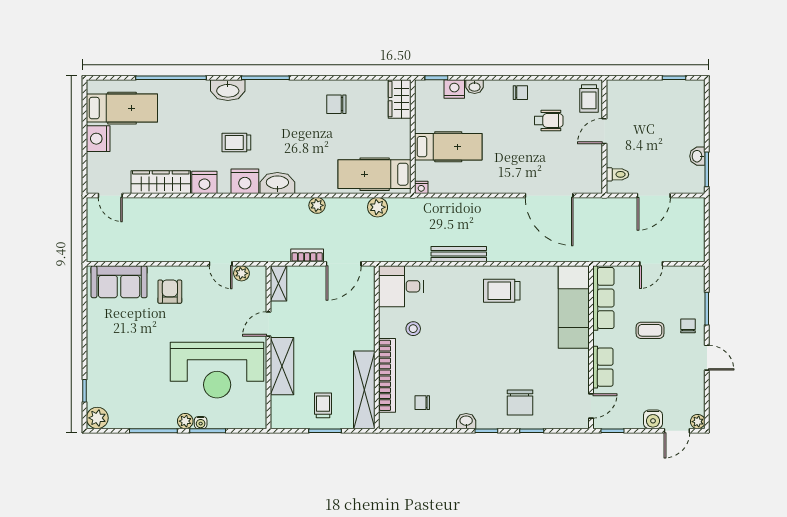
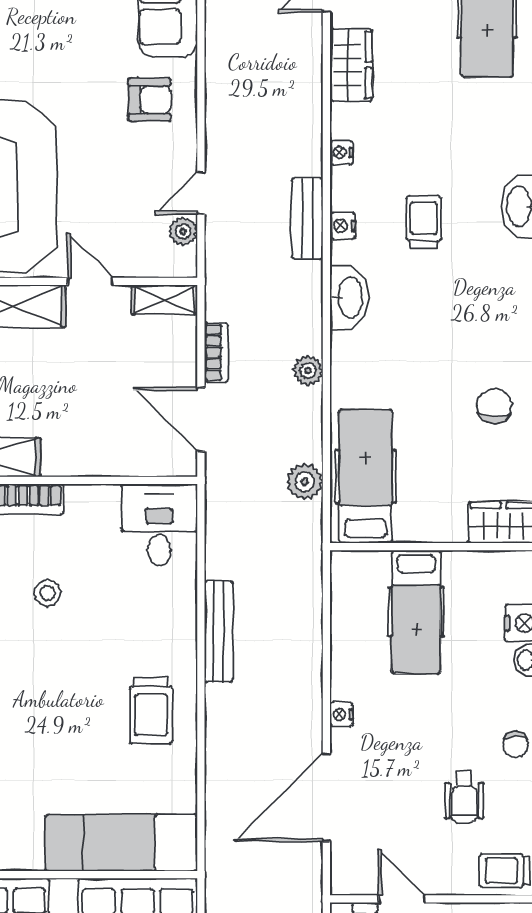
door: (604, 131) -> (402, 899), moved
nightstand: (245, 181) -> (343, 226), width x0.53, depth x0.56
wardrobe: (161, 182) -> (351, 65), width x0.67
nightstand: (204, 182) -> (341, 153), width x0.53, depth x0.56
nightstand: (421, 187) -> (341, 714), moved
bench: (234, 206) -> (307, 218), added
trolley: (502, 291) -> (151, 710), turned 180
stool: (413, 329) -> (47, 593), moved

